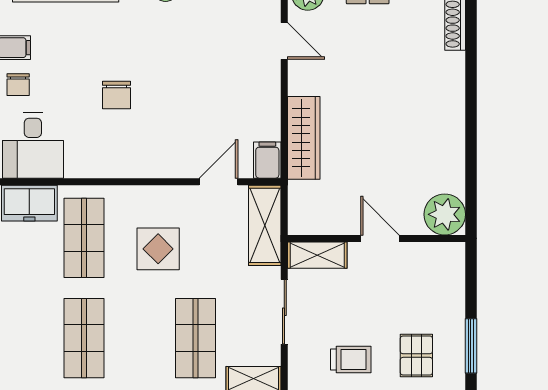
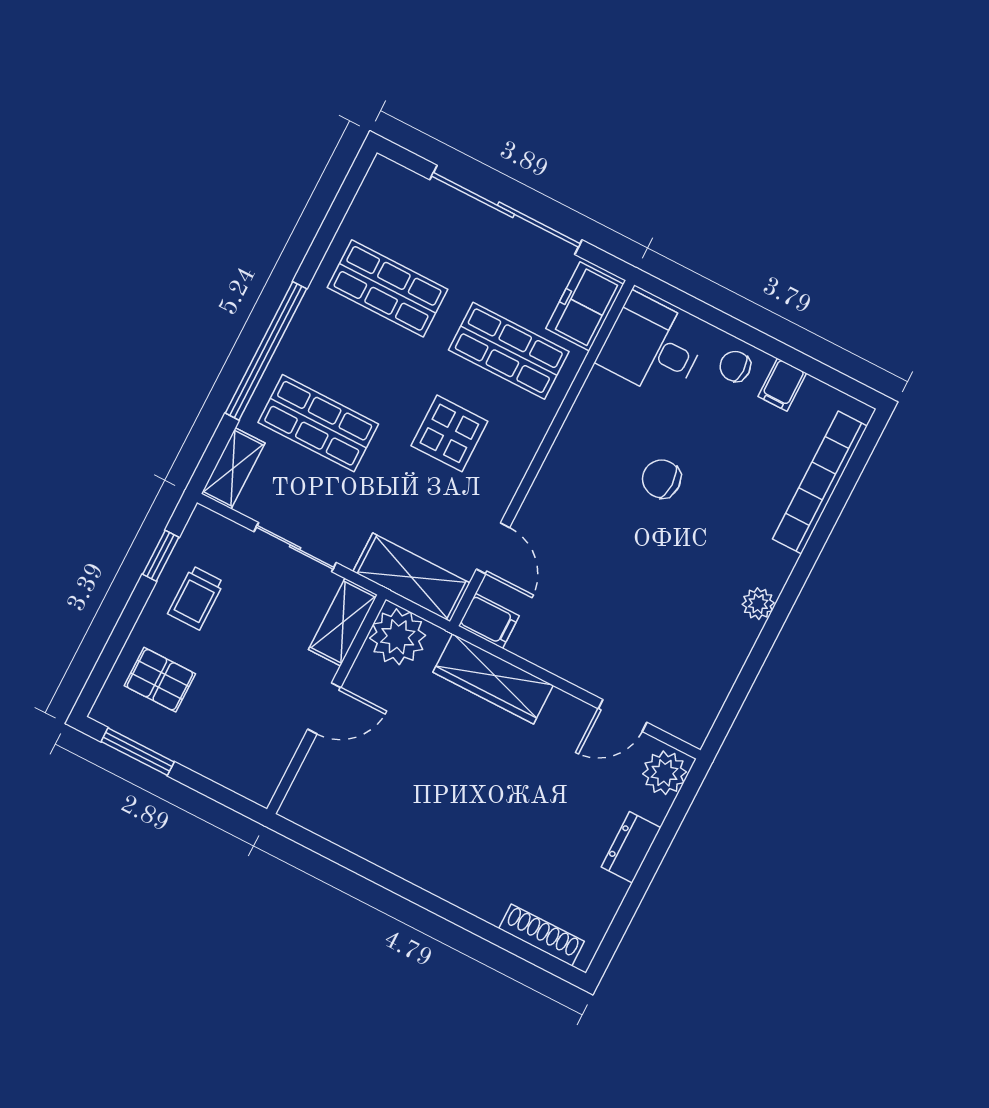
plant: (445, 214) -> (398, 637), moved

